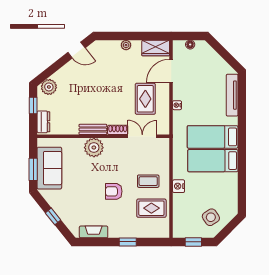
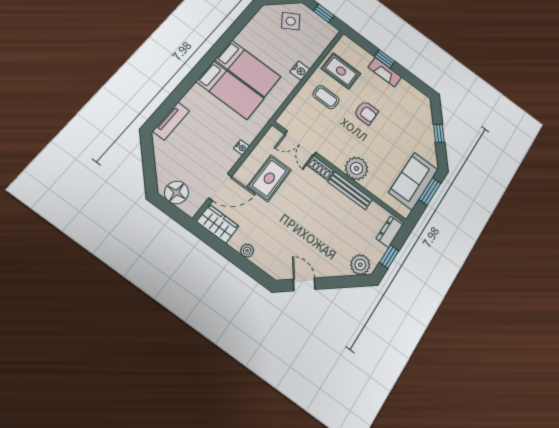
floor lamp: (190, 45) -> (176, 192), width x1.89, depth x1.89
tv unit: (232, 95) -> (171, 121), width x0.71
bench: (93, 129) -> (350, 191), width x1.36
fireplace: (94, 232) -> (385, 72), moved

